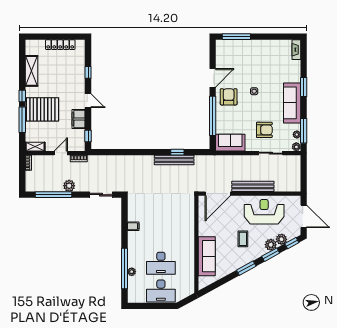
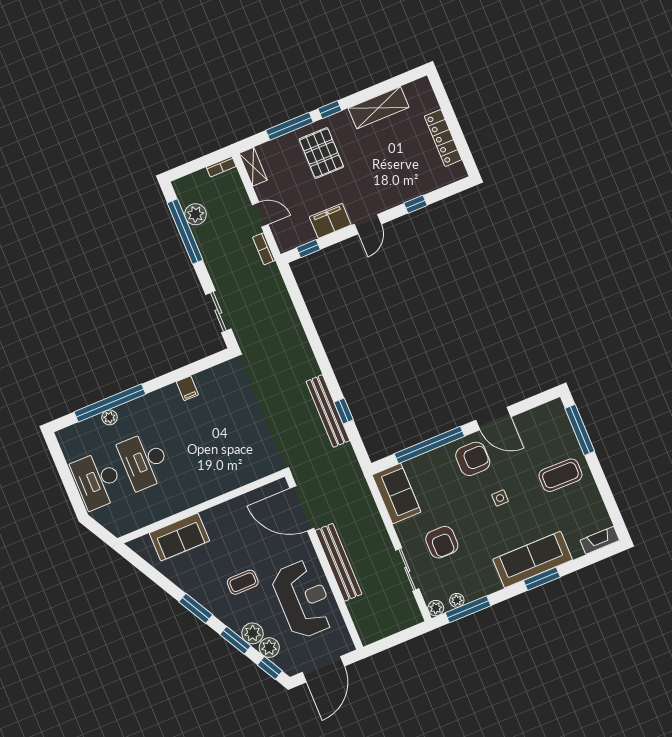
coffee table: (255, 56) -> (560, 475), added
sofa: (292, 103) -> (533, 560), moved
pallet: (42, 109) -> (321, 153), width x0.73, depth x0.71
plant: (69, 186) -> (195, 214), moved
sofa: (207, 256) -> (179, 537), width x0.73

